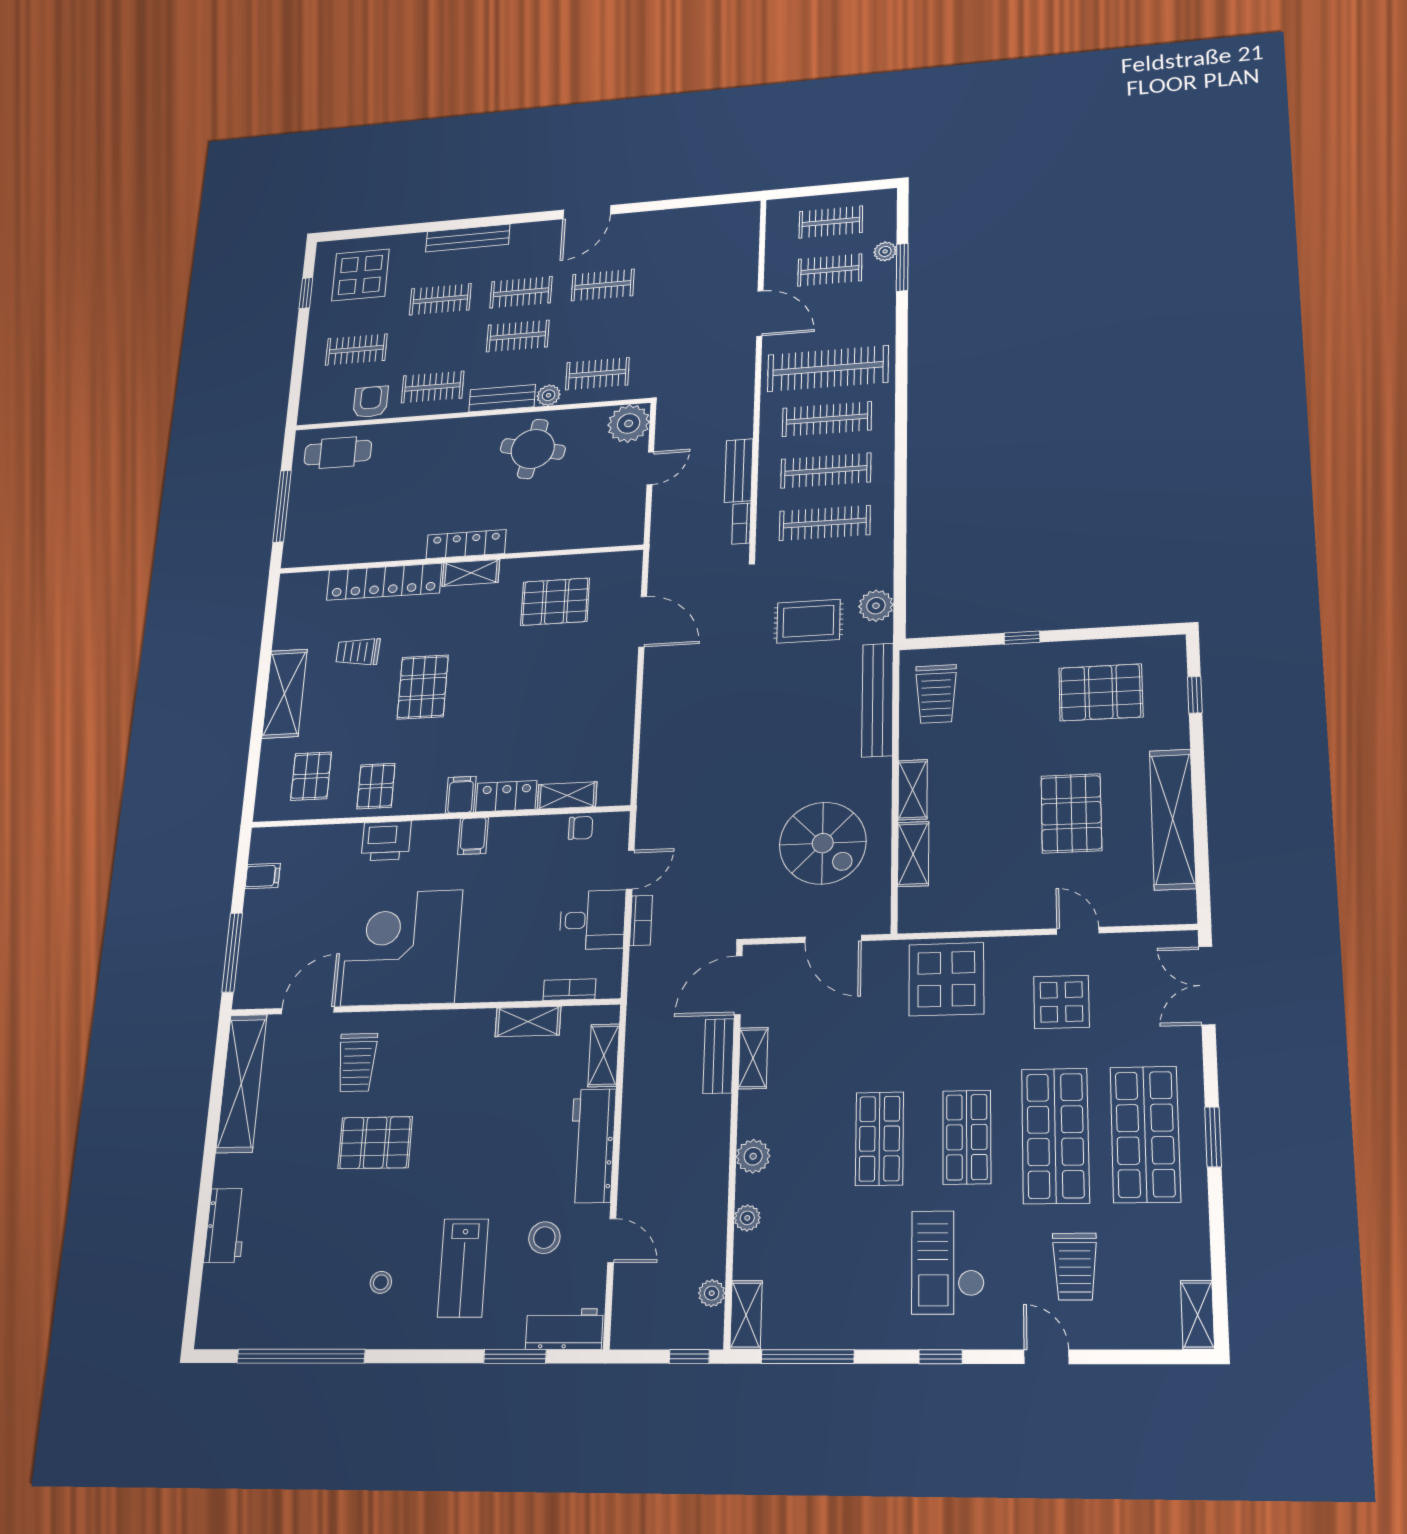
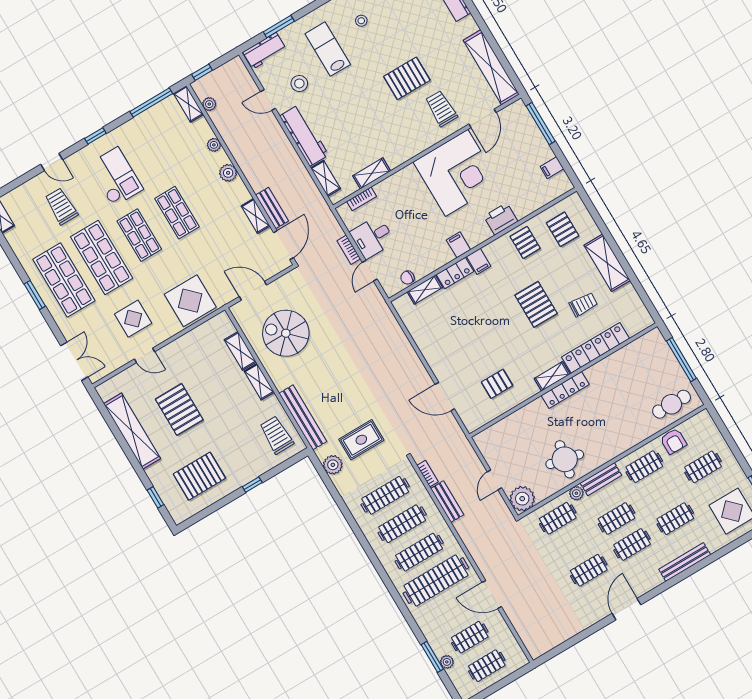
pallet: (555, 602) -> (497, 384), width x0.67, depth x0.71

